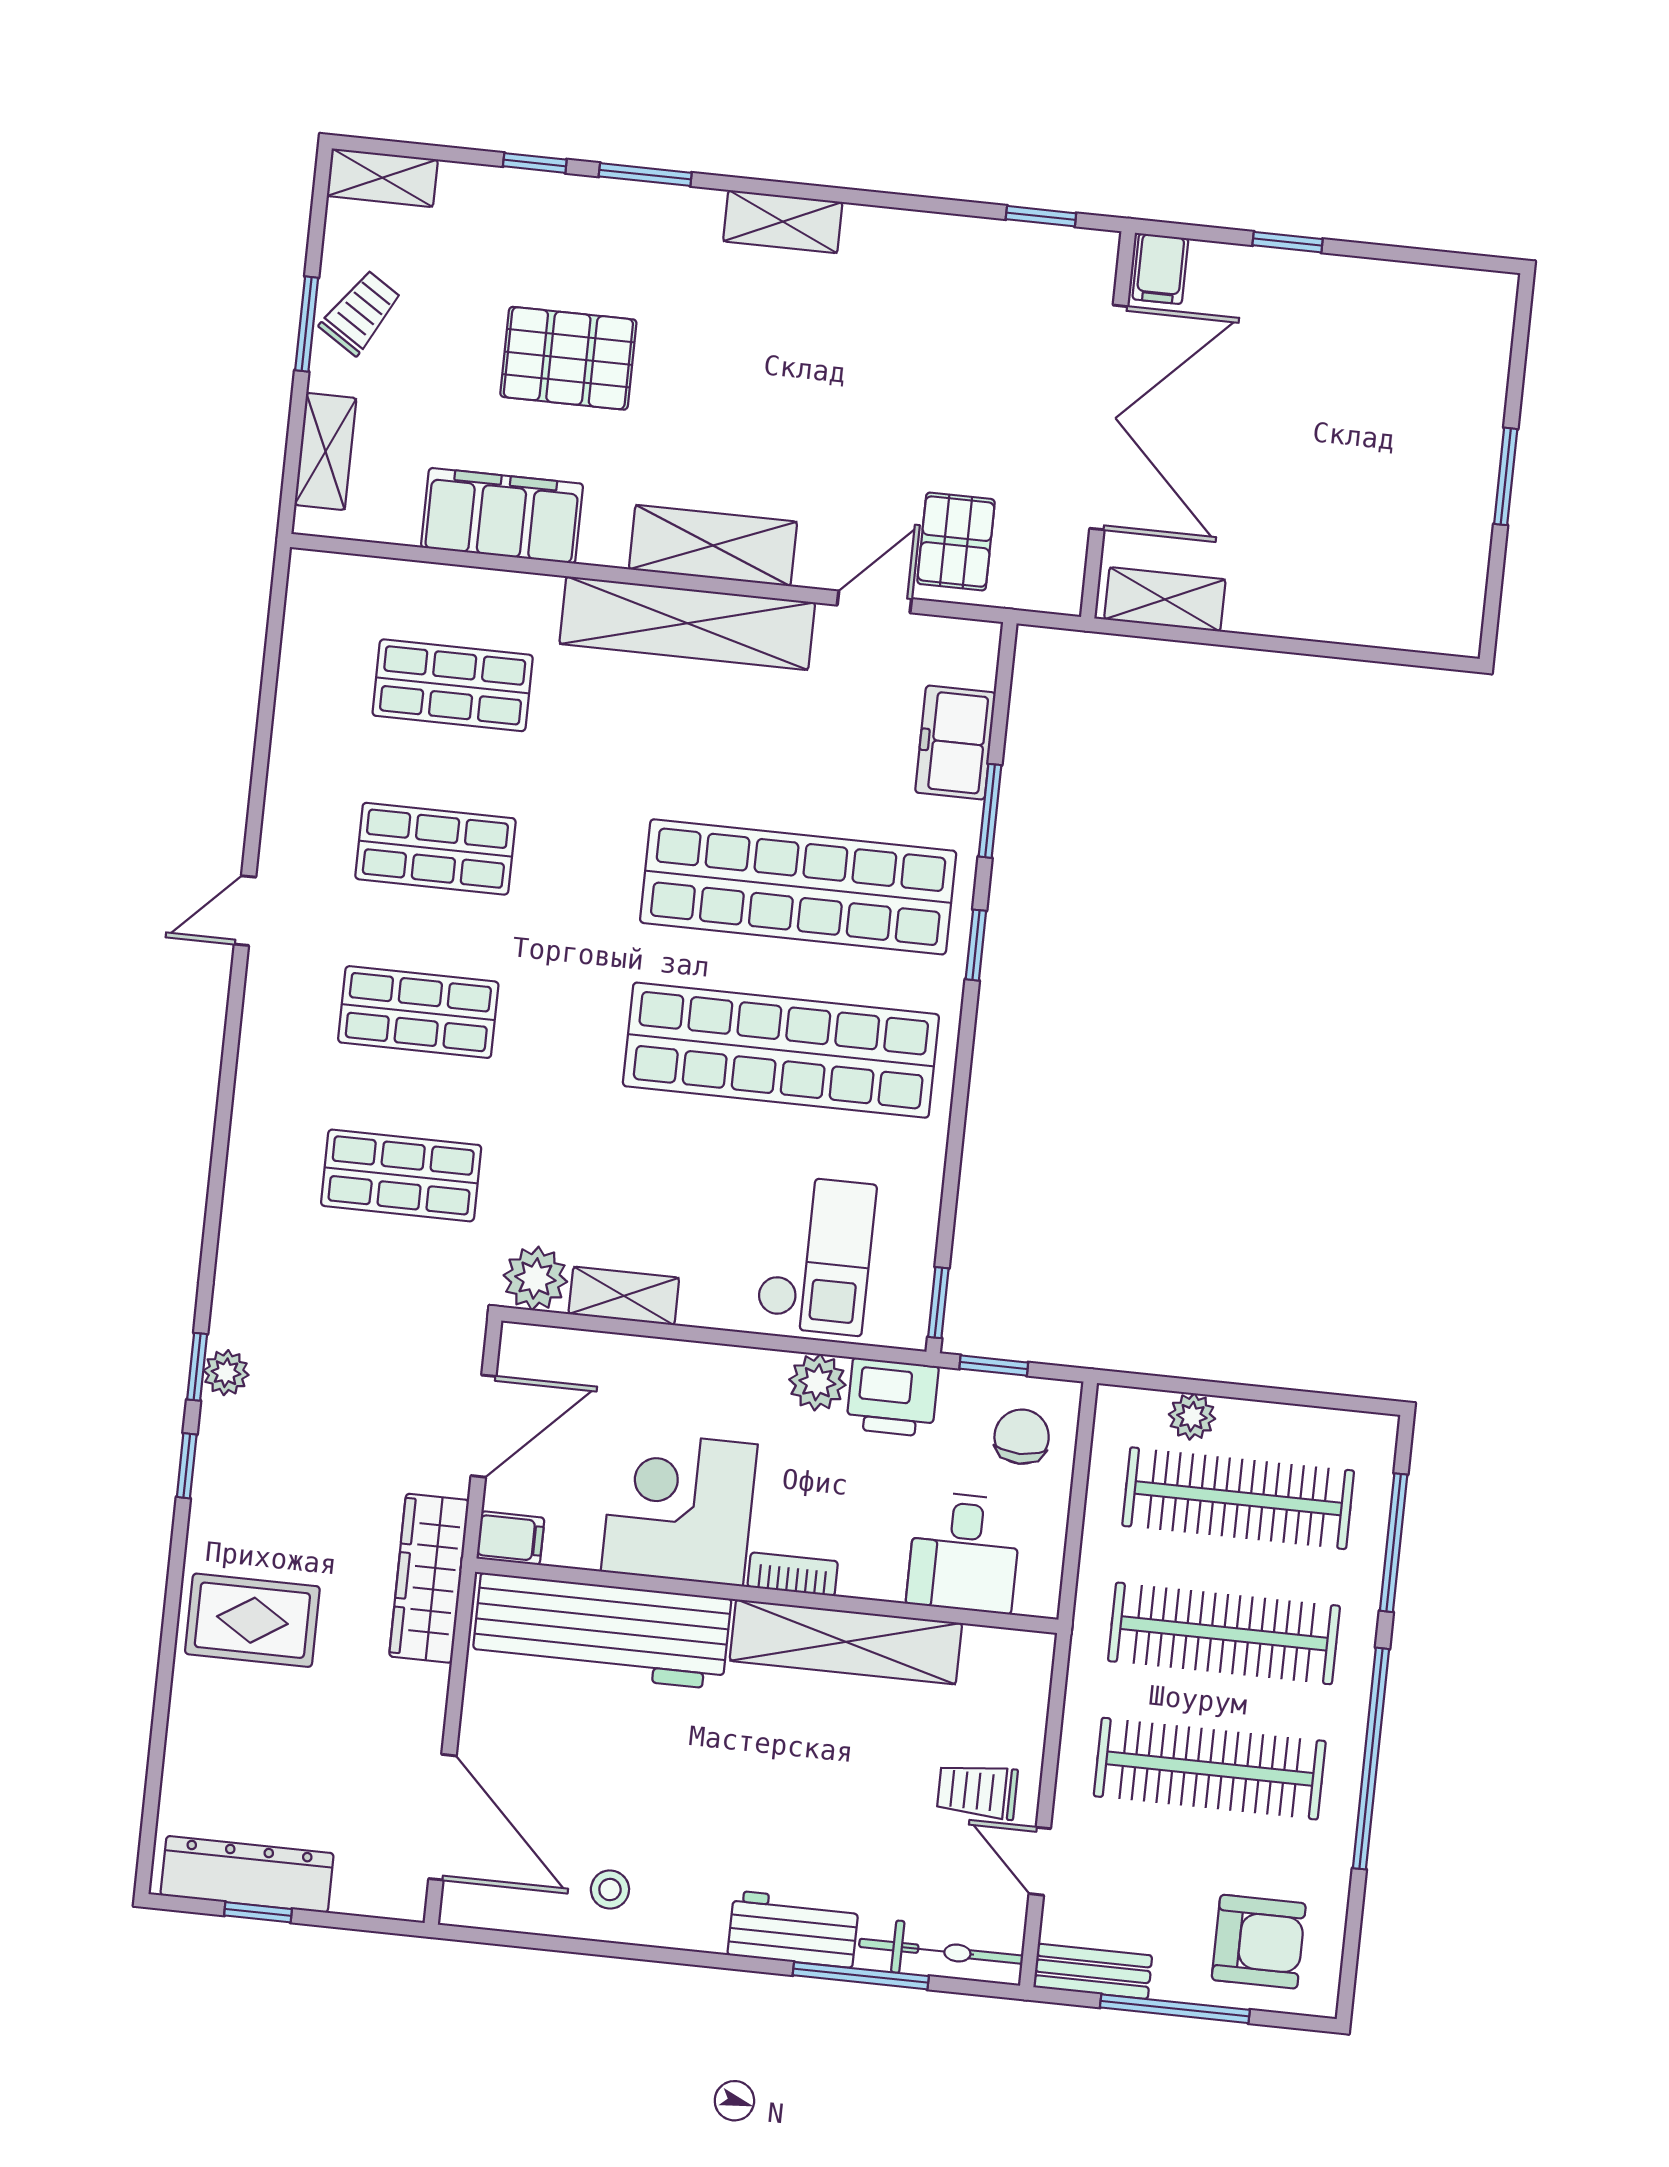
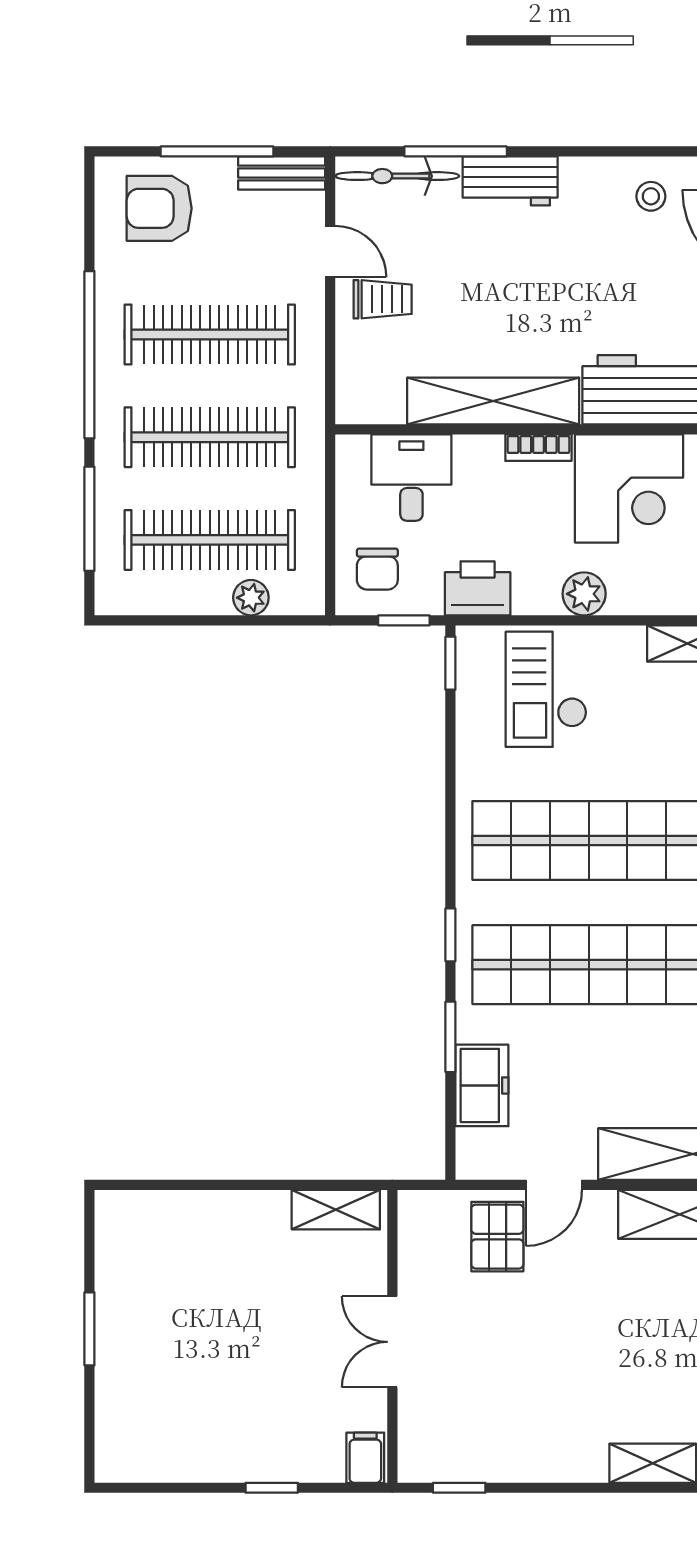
double door: (1109, 417) -> (392, 1342), width x0.54
plant: (817, 1382) -> (584, 594), moved

